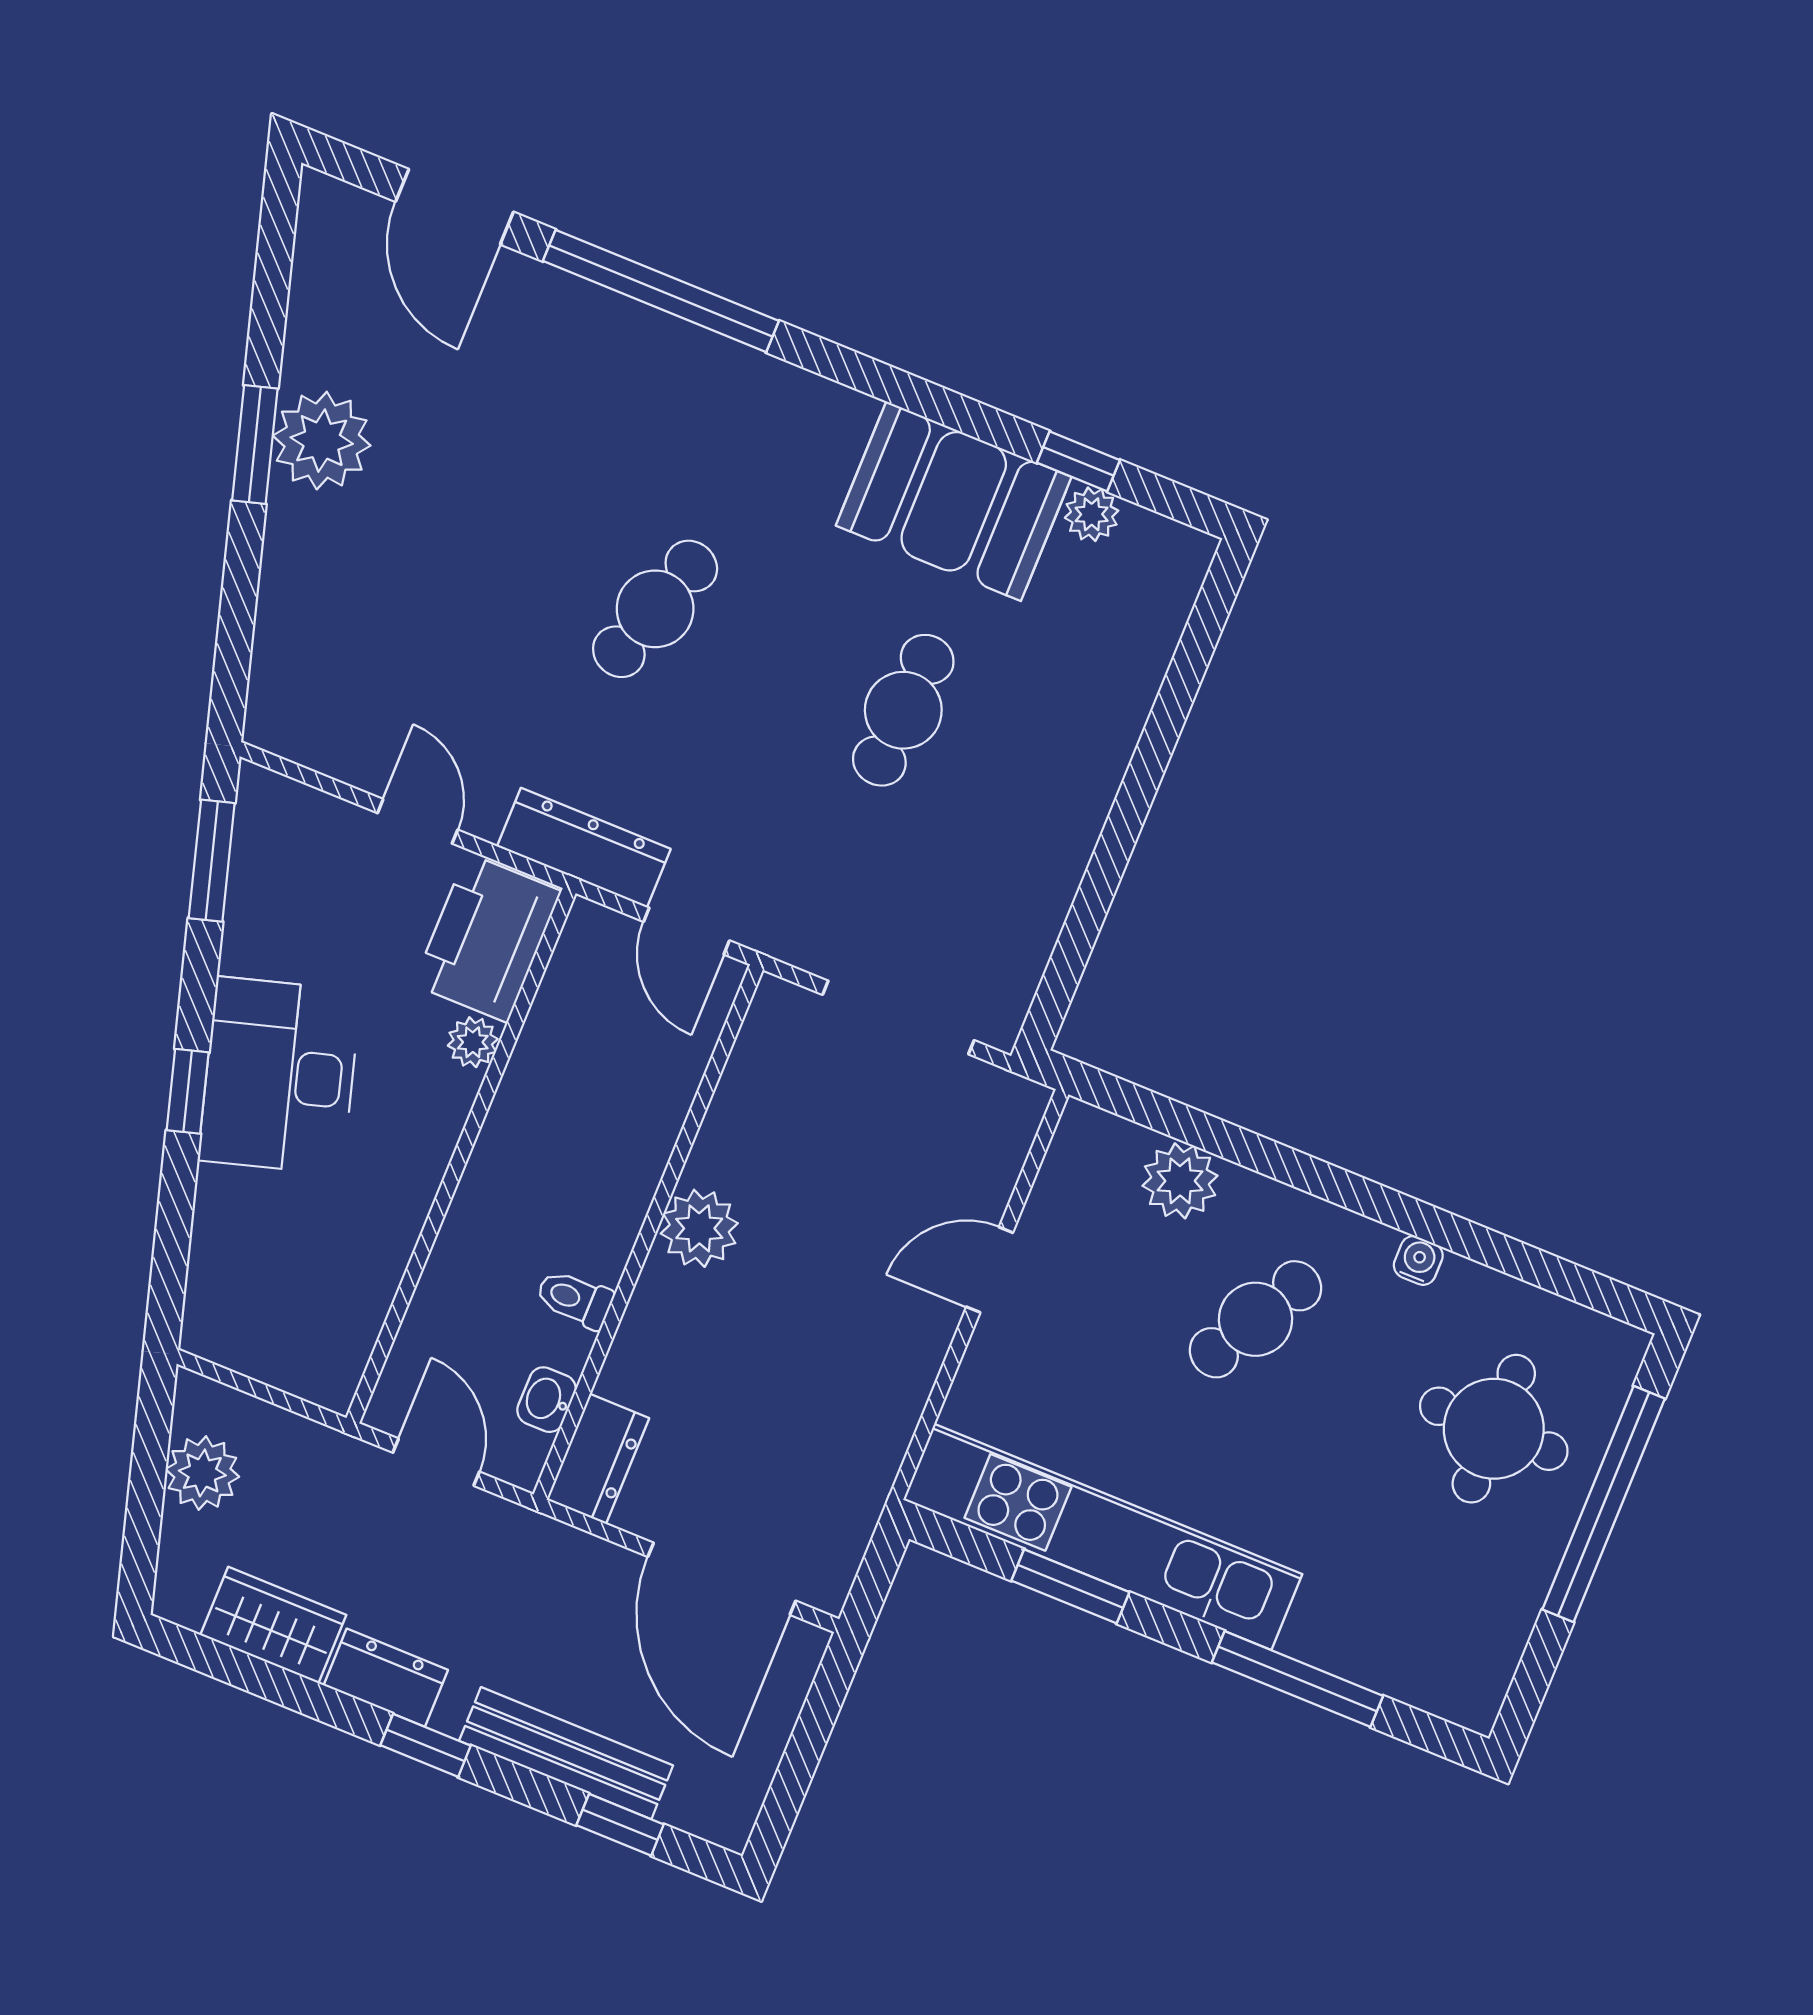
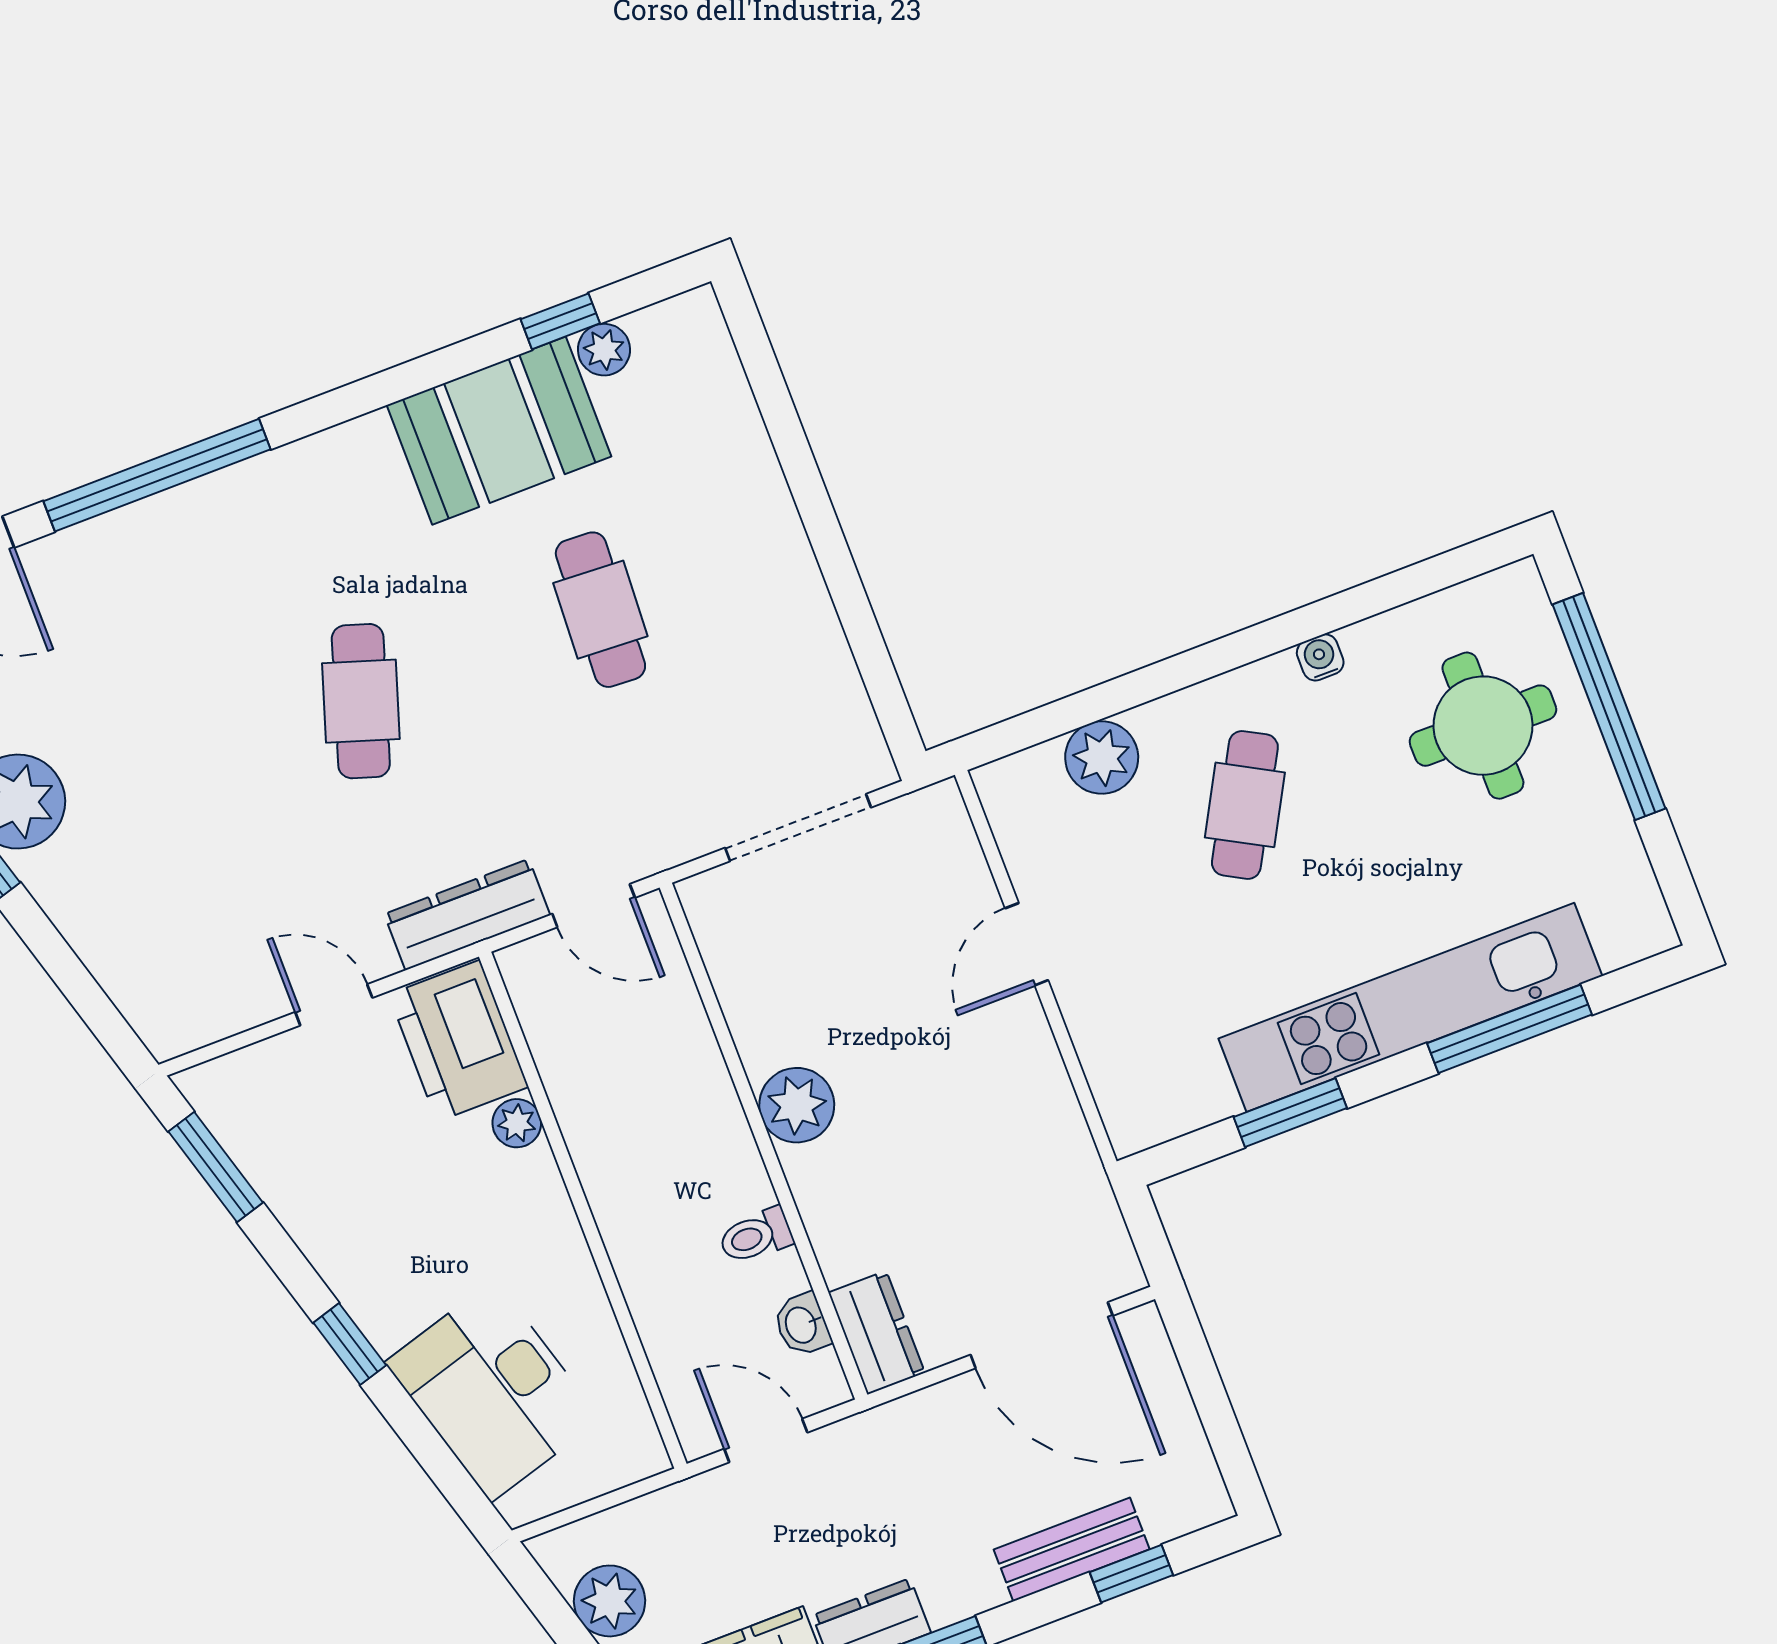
desk: (279, 1076) -> (493, 1391), moved
kitchen unit: (1103, 1537) -> (1410, 1007), moved
bench: (566, 1753) -> (1072, 1549), width x0.73

